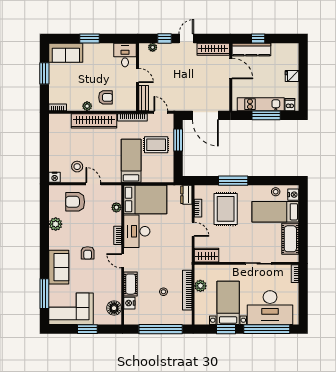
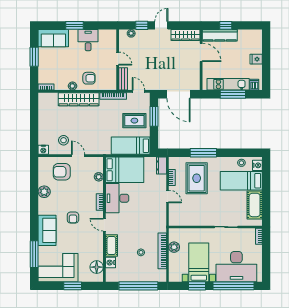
desk: (125, 55) -> (88, 40), moved
bed: (131, 161) -> (131, 146), moved, turned -90
wardrobe: (207, 255) -> (180, 219), removed

